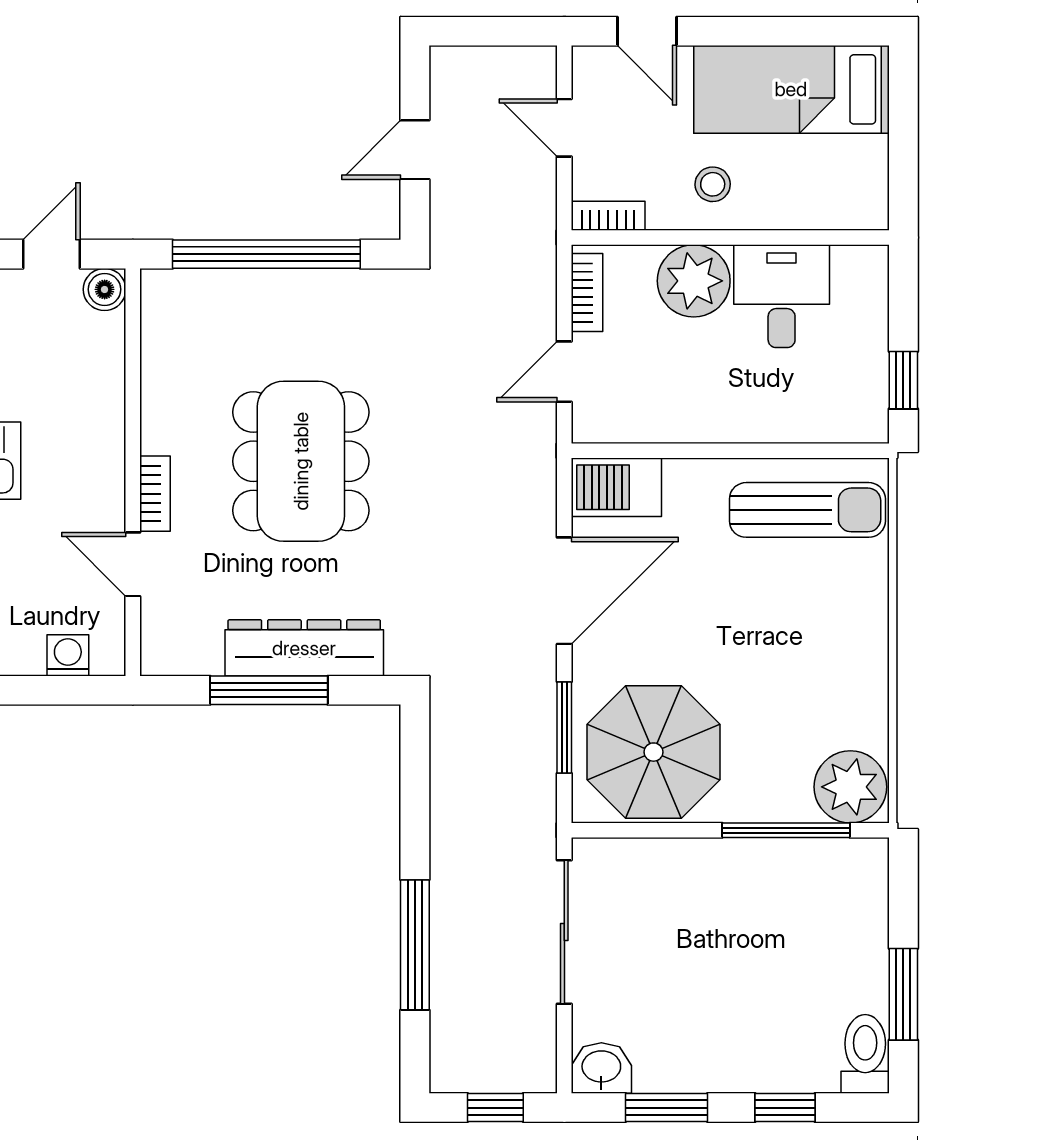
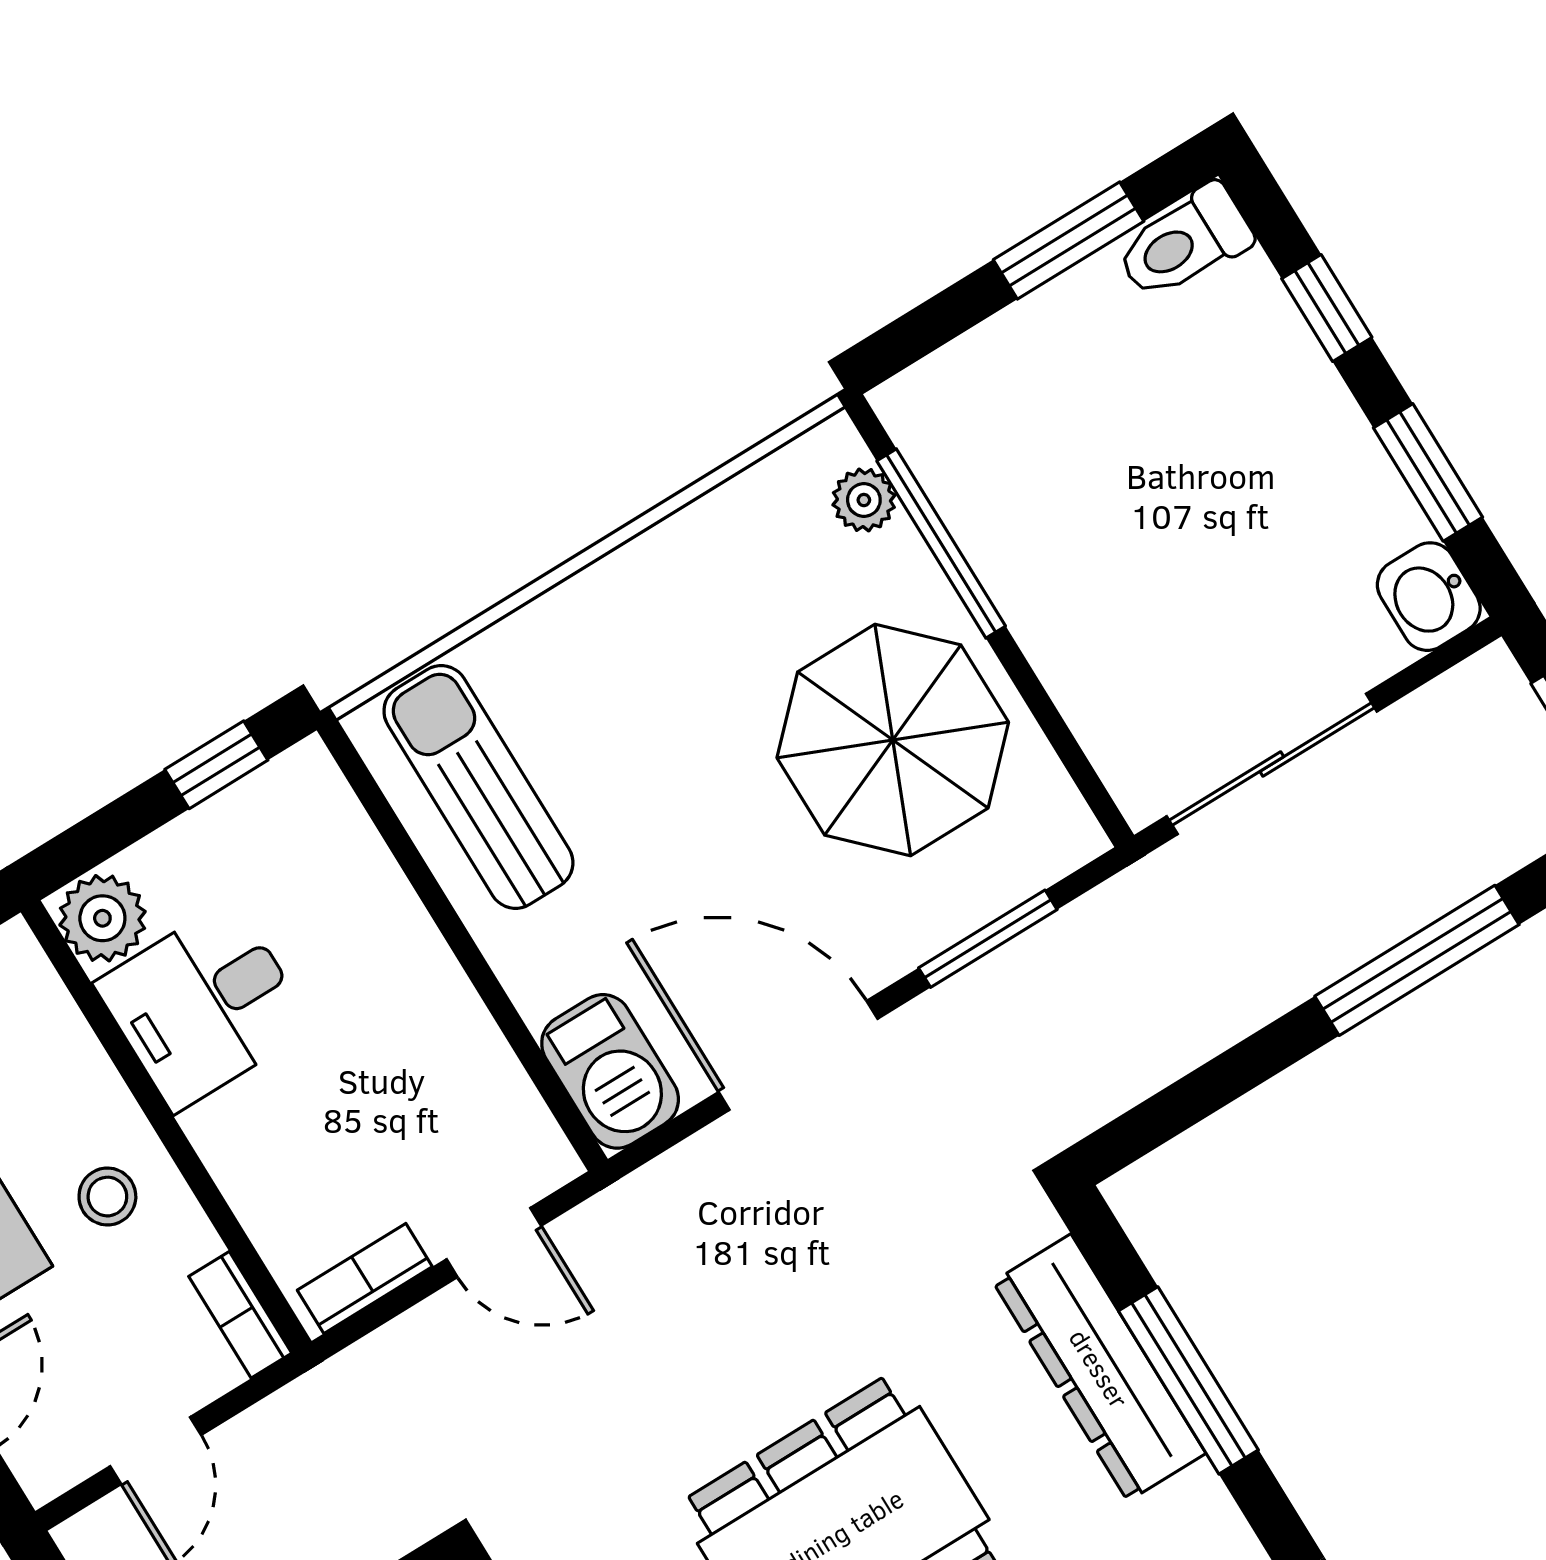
plant: (694, 281) -> (102, 918), moved, width x0.73, depth x0.73
parasol: (653, 752) -> (893, 740), moved
plant: (850, 787) -> (864, 500), width x0.53, depth x0.53

